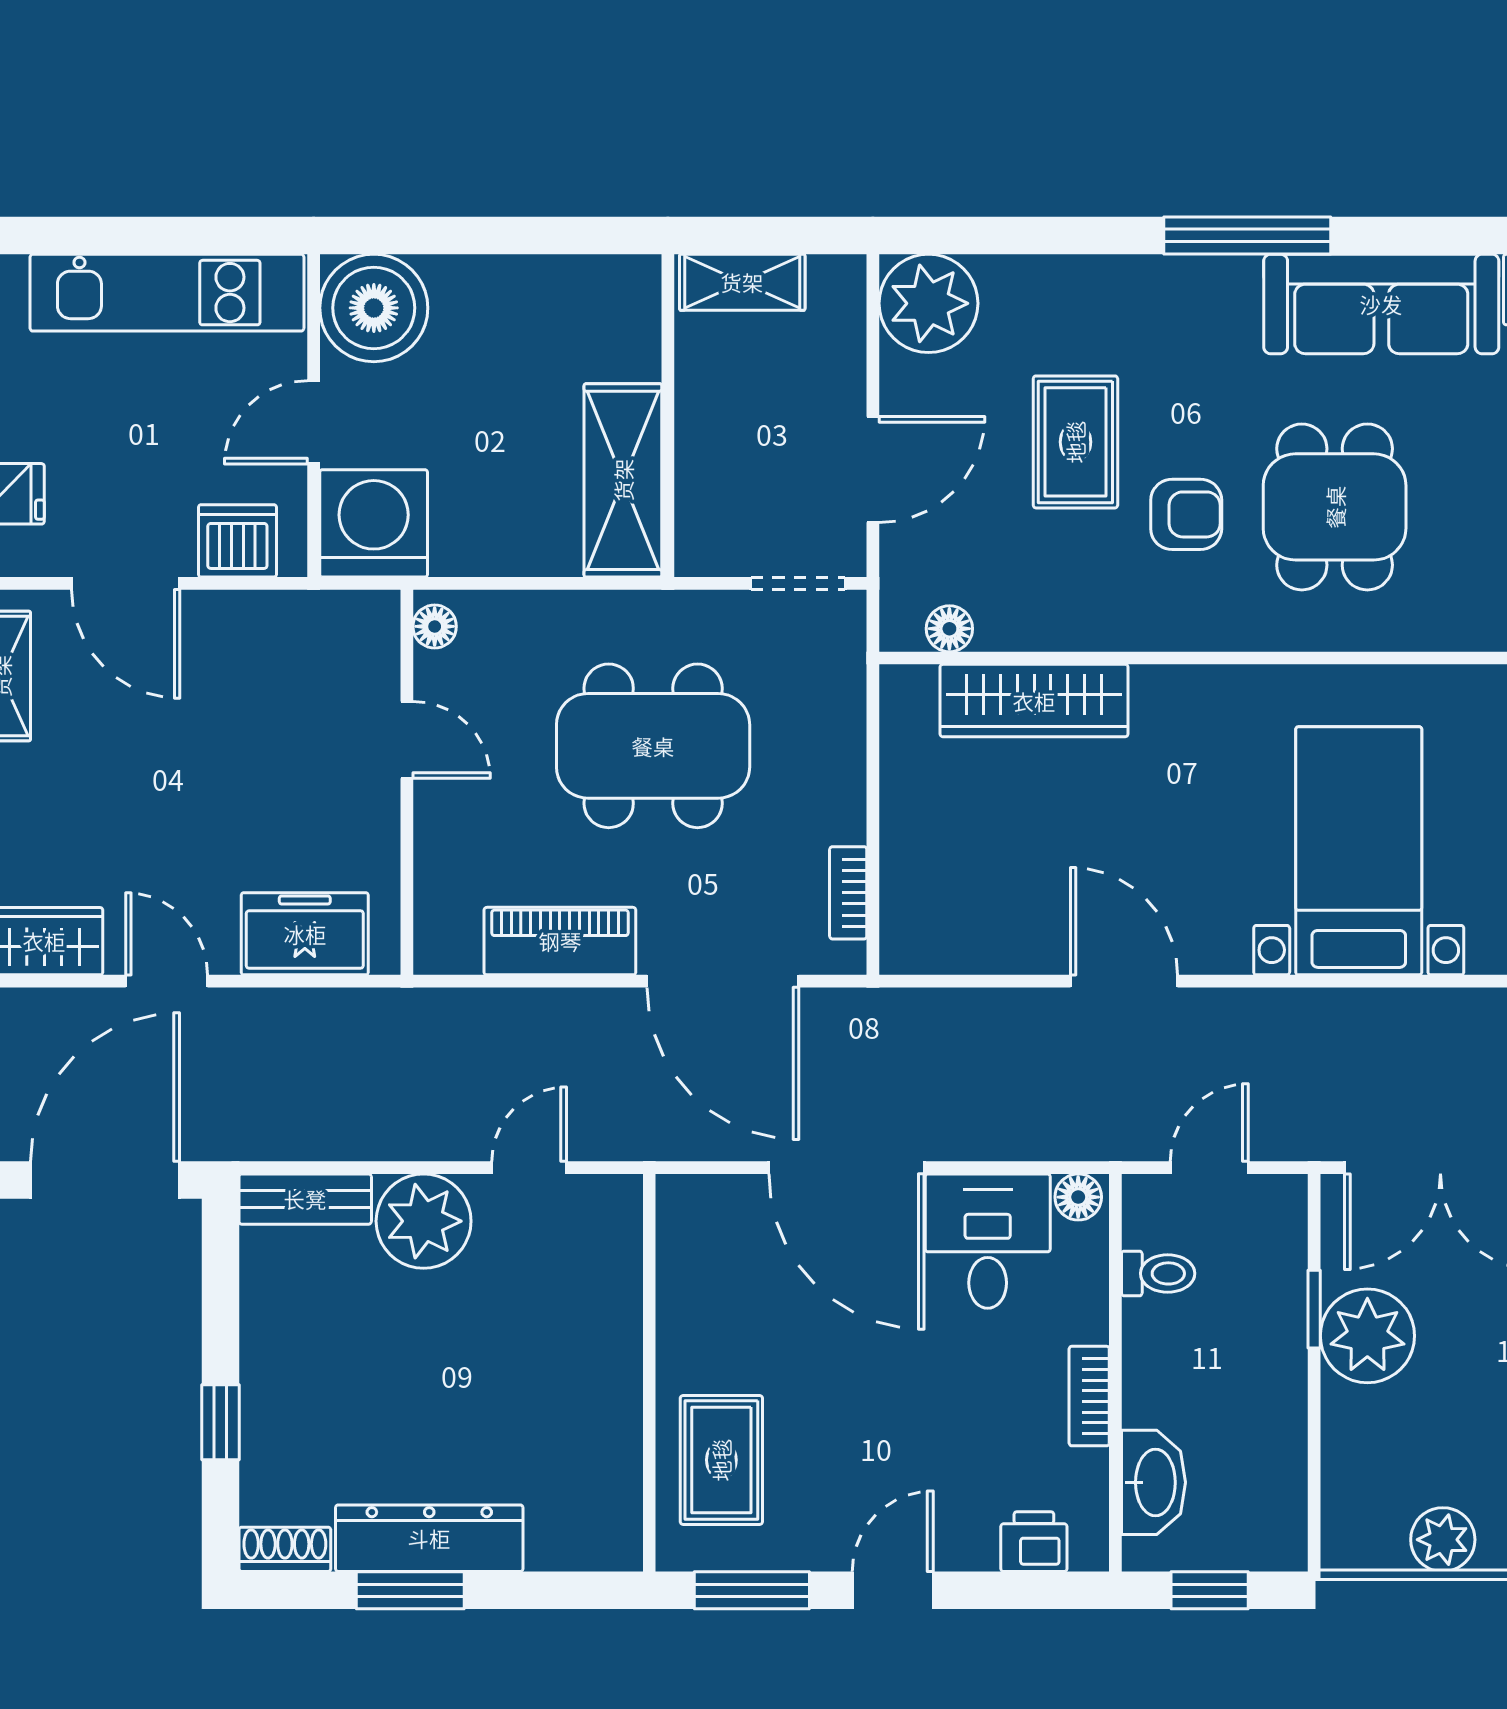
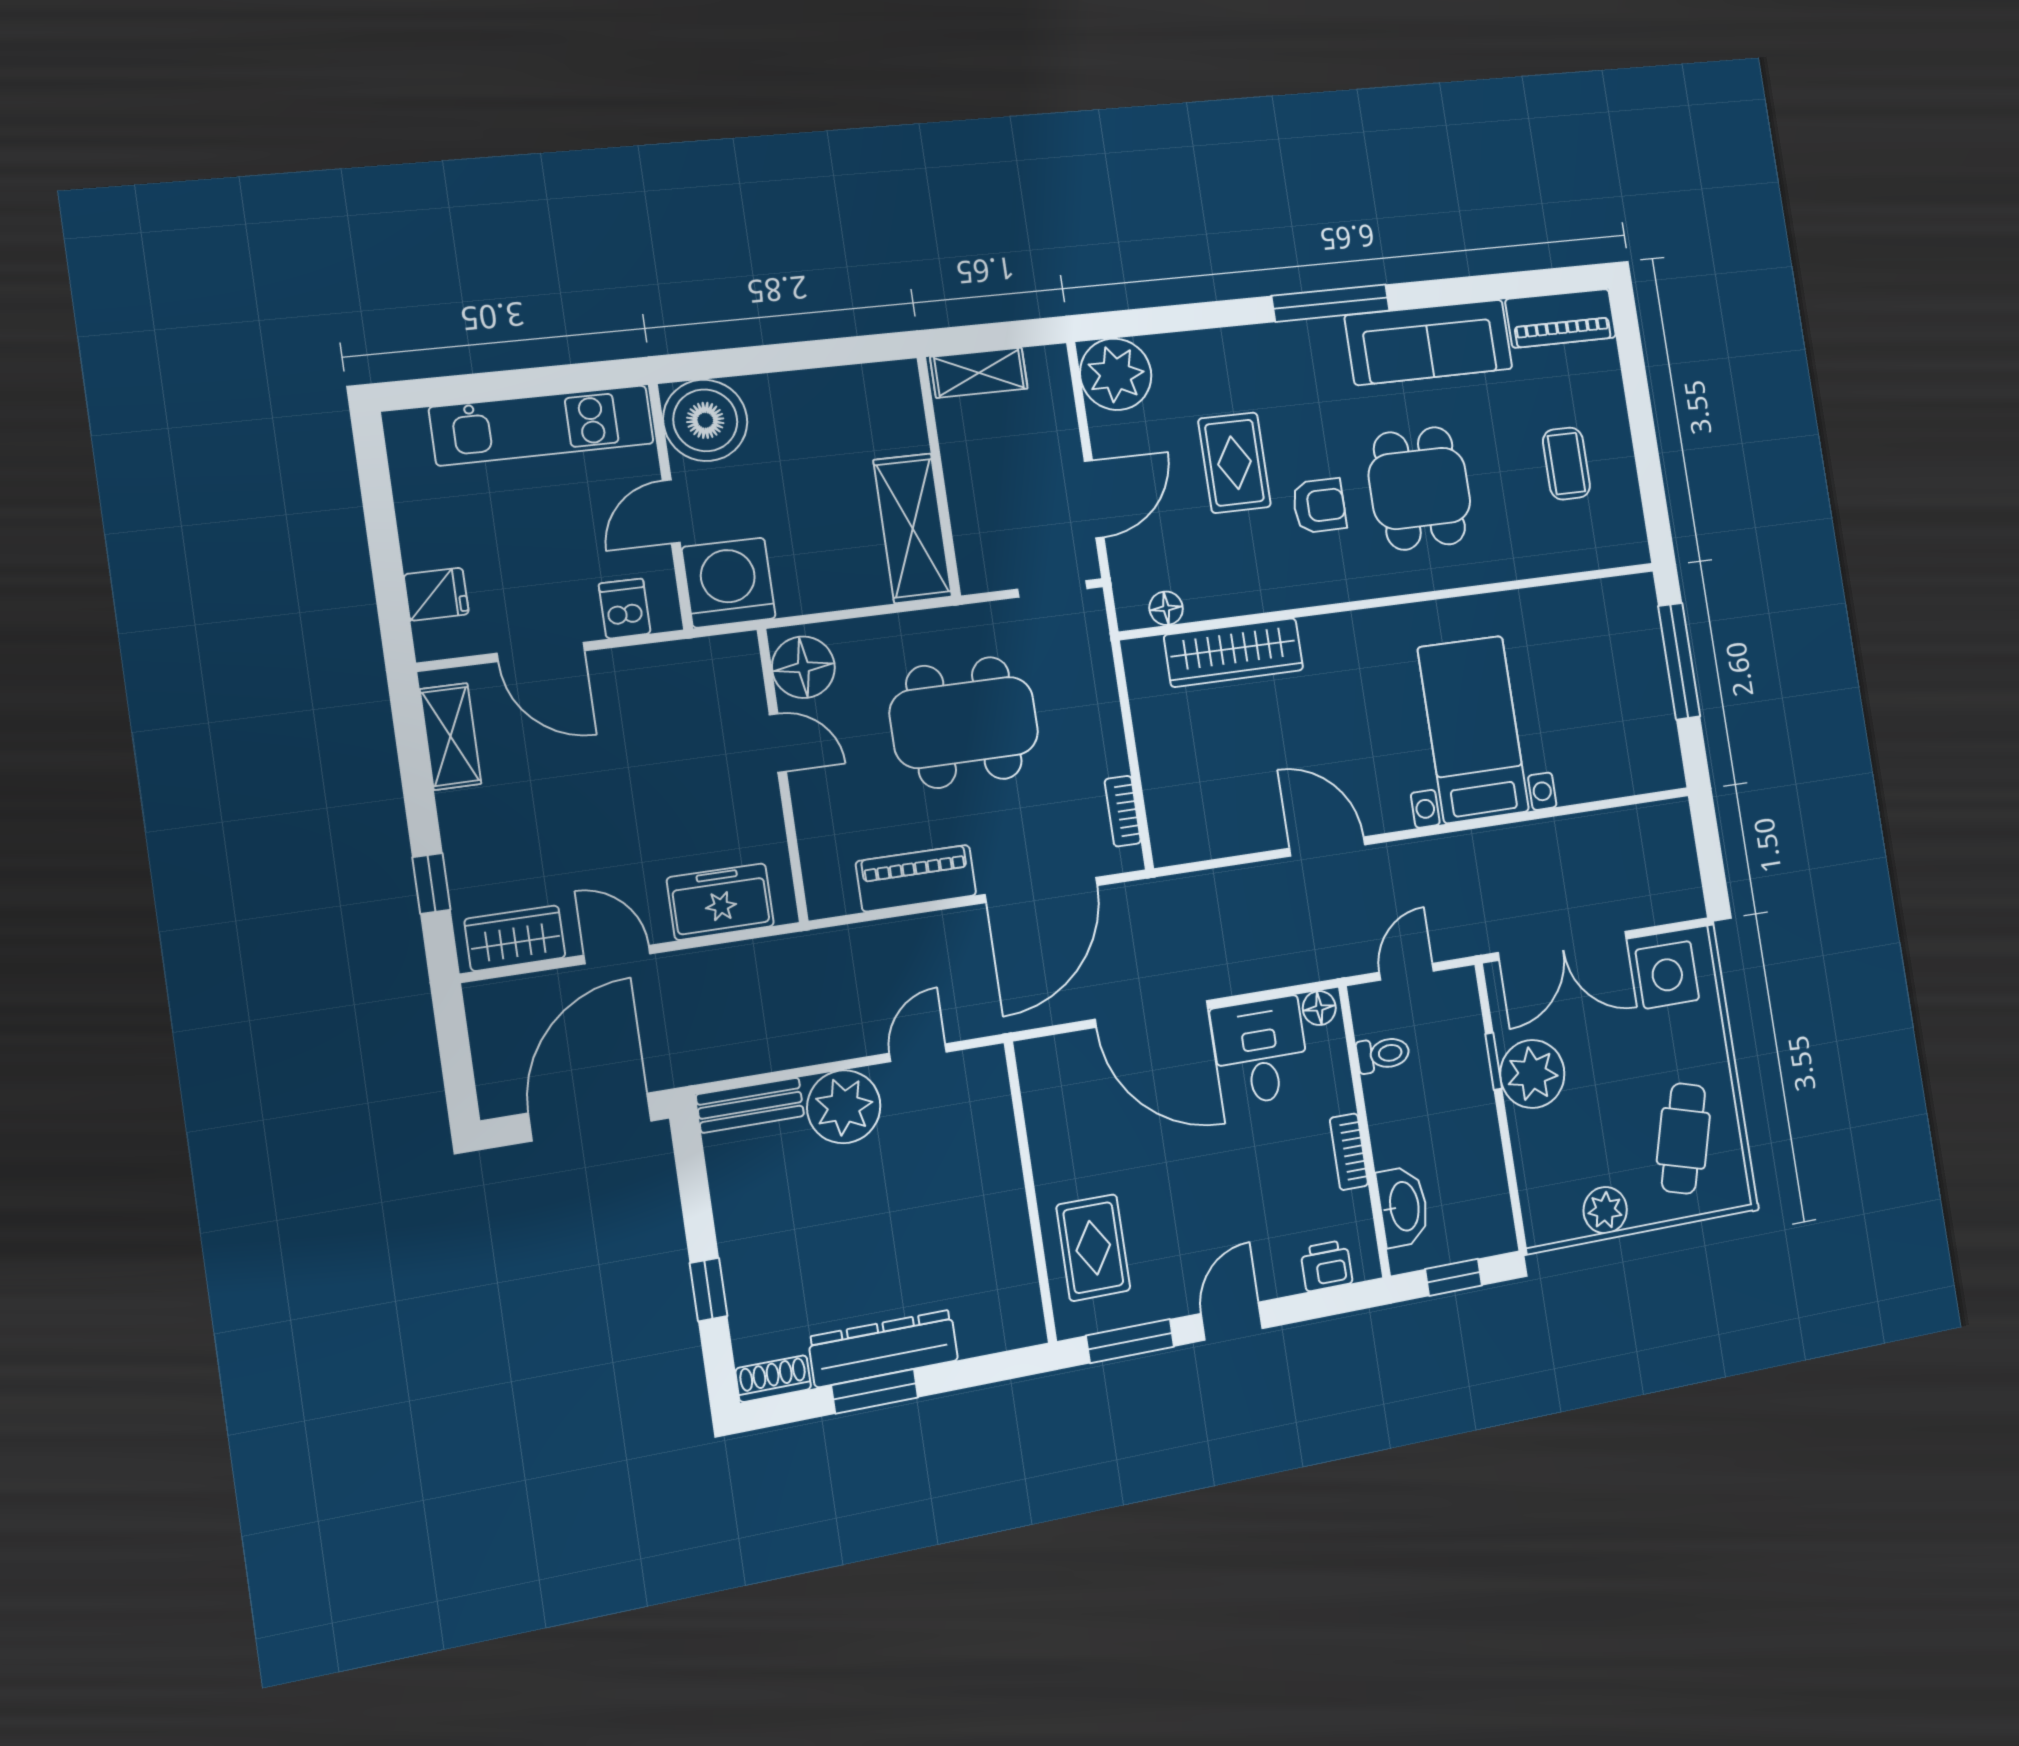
dishwasher: (237, 541) -> (625, 609), width x0.73
floor lamp: (435, 626) -> (803, 667), width x1.89, depth x1.89
door: (723, 981) -> (1041, 890), hinge flipped

